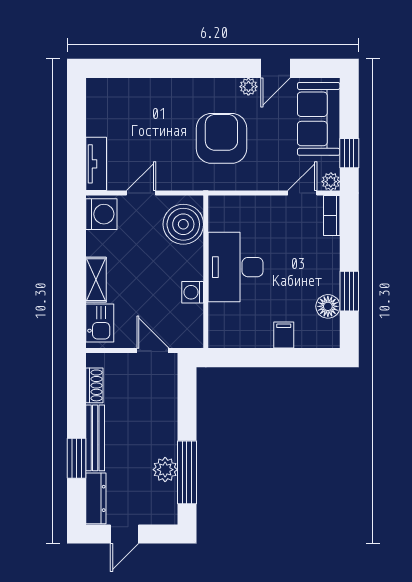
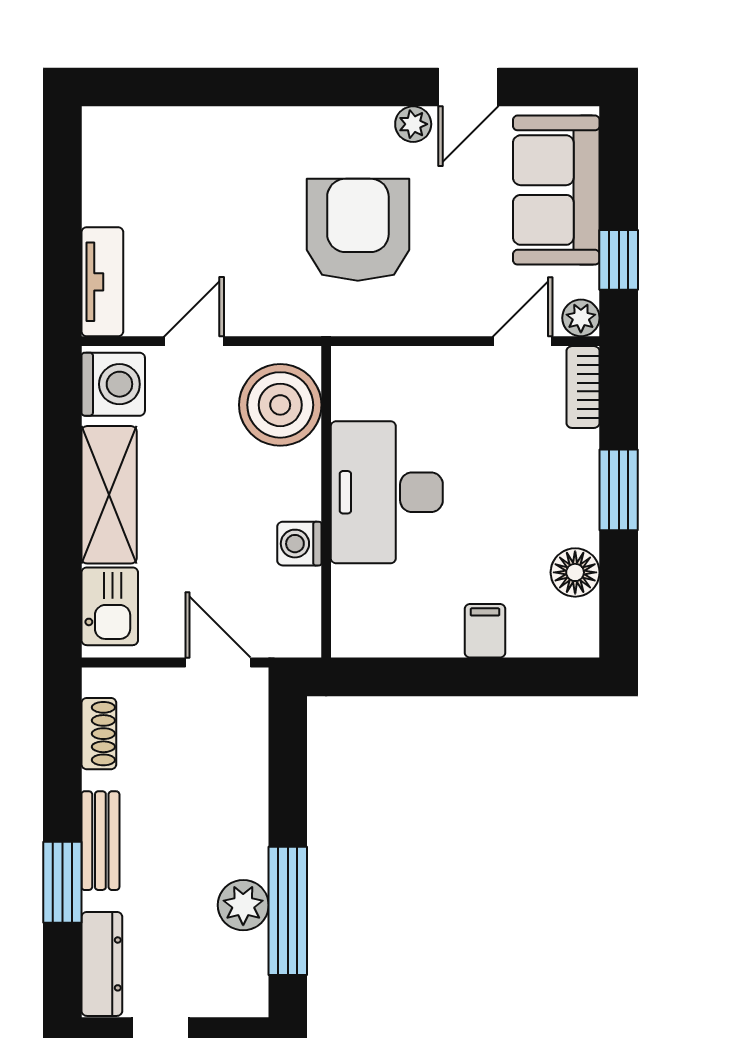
shelving: (96, 280) -> (109, 495), width x1.50, depth x1.33
window: (349, 291) -> (619, 490), moved
bench: (95, 438) -> (100, 841), width x0.73

